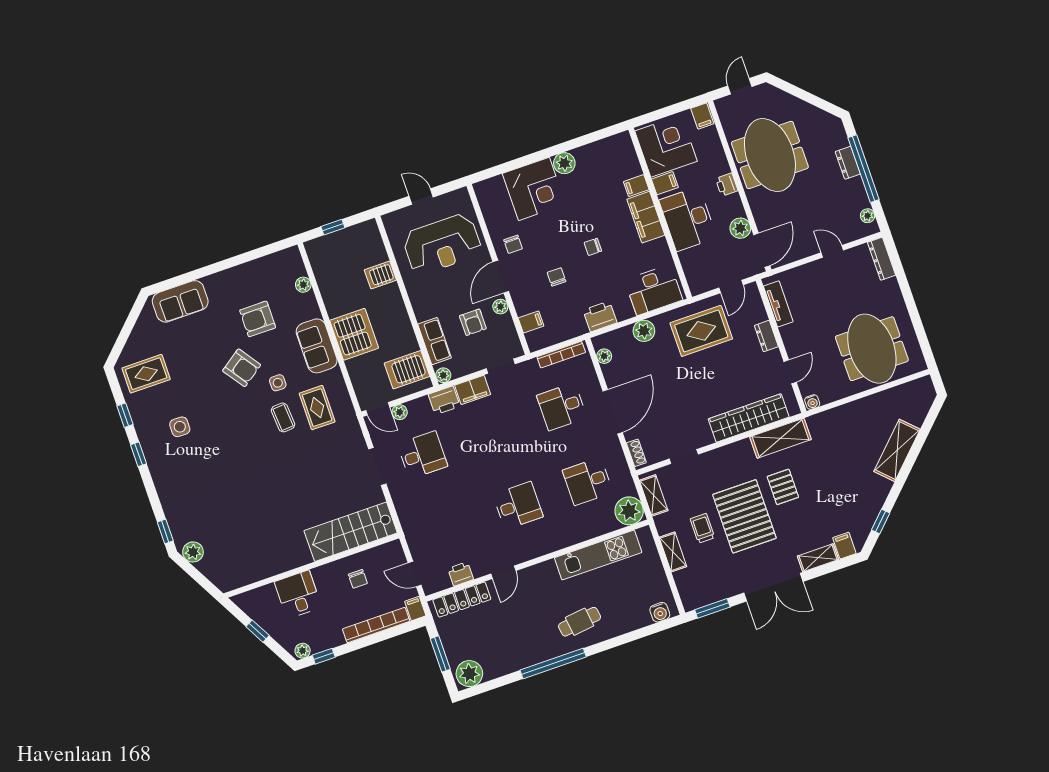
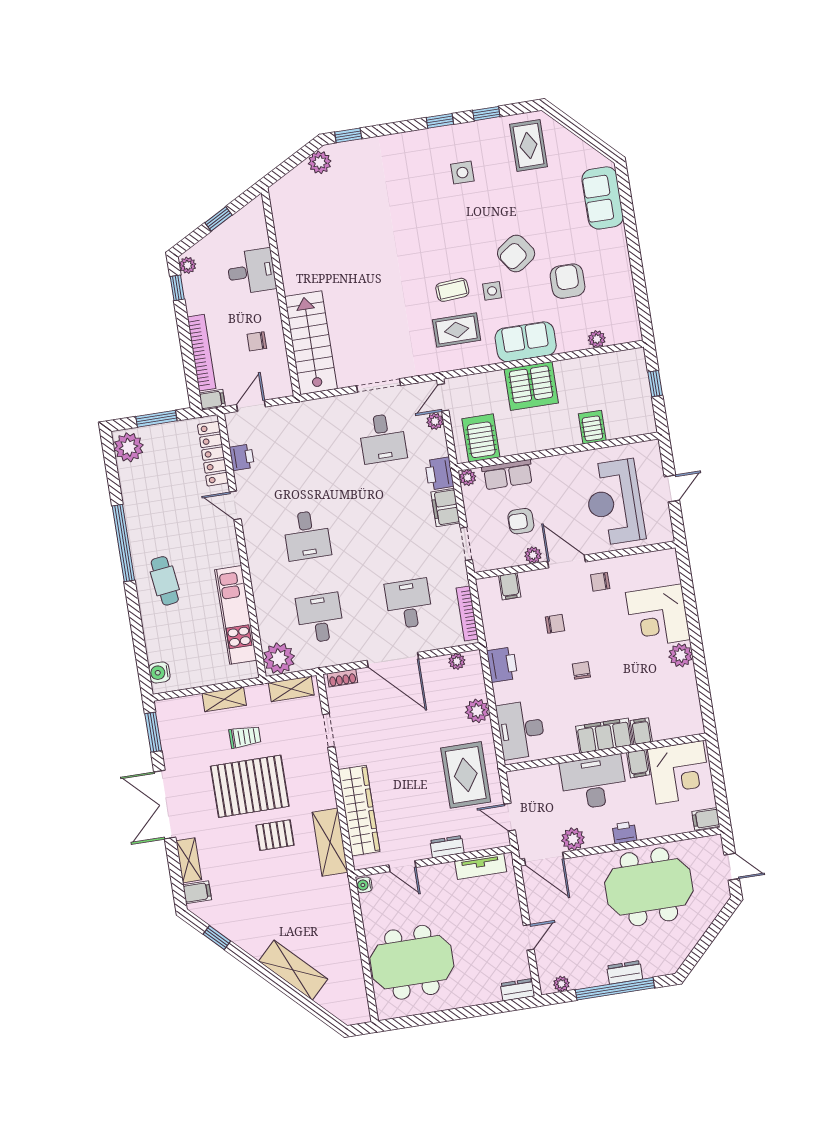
dresser: (881, 259) -> (517, 990), width x0.70

